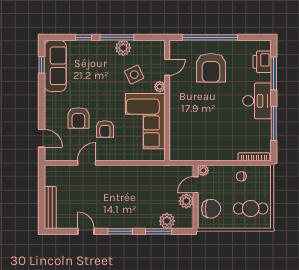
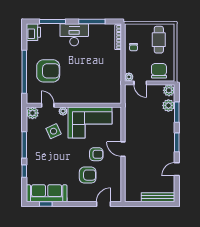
plant: (123, 48) -> (32, 113), moved
printer: (262, 62) -> (33, 32), moved, turned -90
door: (87, 163) -> (123, 149), moved
plant: (186, 201) -> (169, 90), moved

